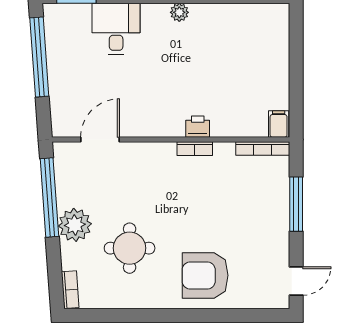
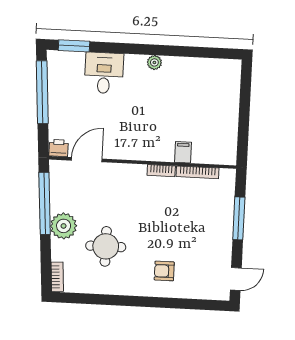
filing cabinet: (279, 124) -> (183, 152), moved
printer: (198, 127) -> (59, 148), moved
bookcase: (263, 149) -> (198, 172), moved
armchair: (205, 275) -> (164, 271), width x0.53, depth x0.53

